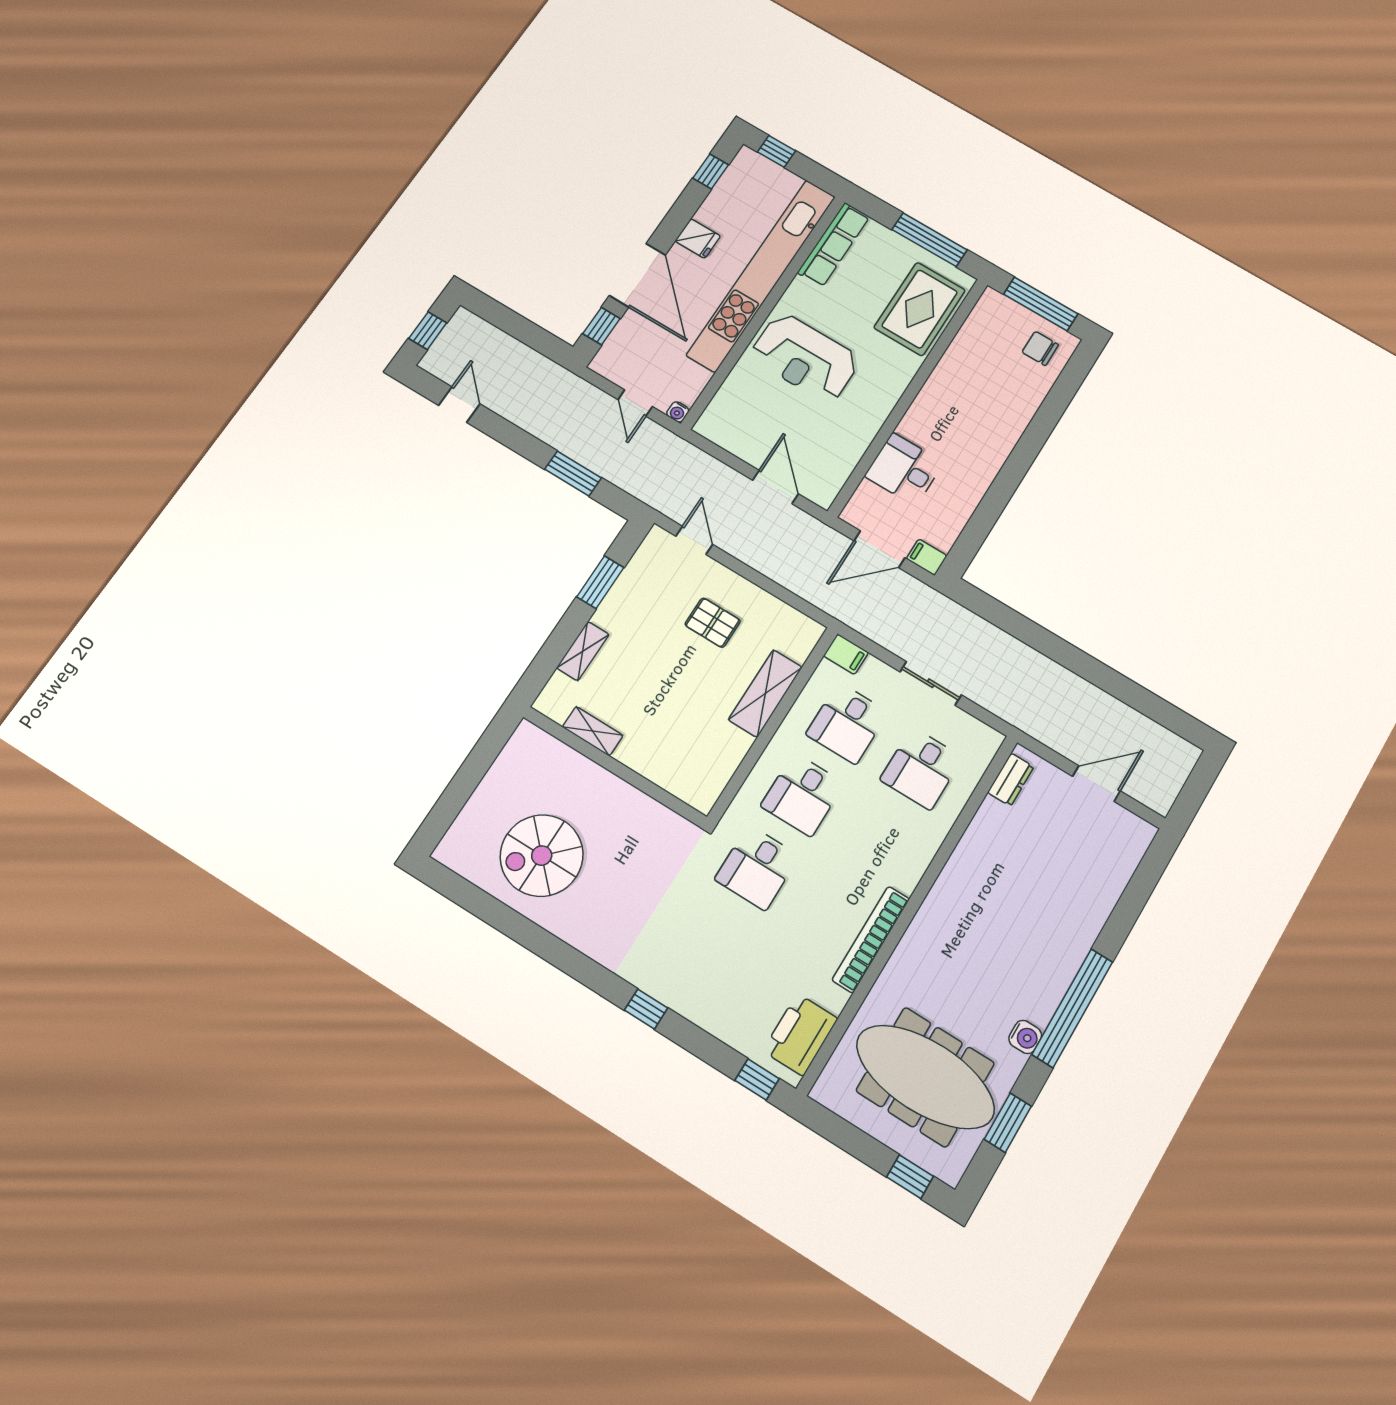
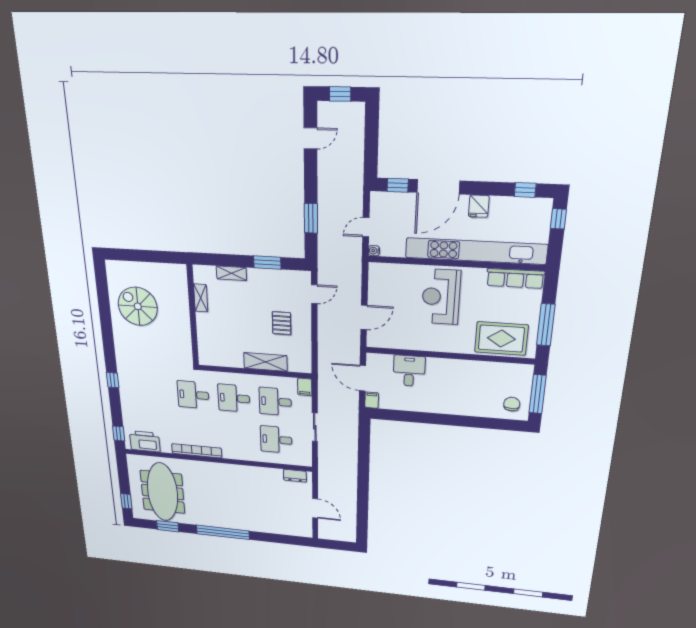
water cooler: (1025, 1037) -> (201, 520), removed

